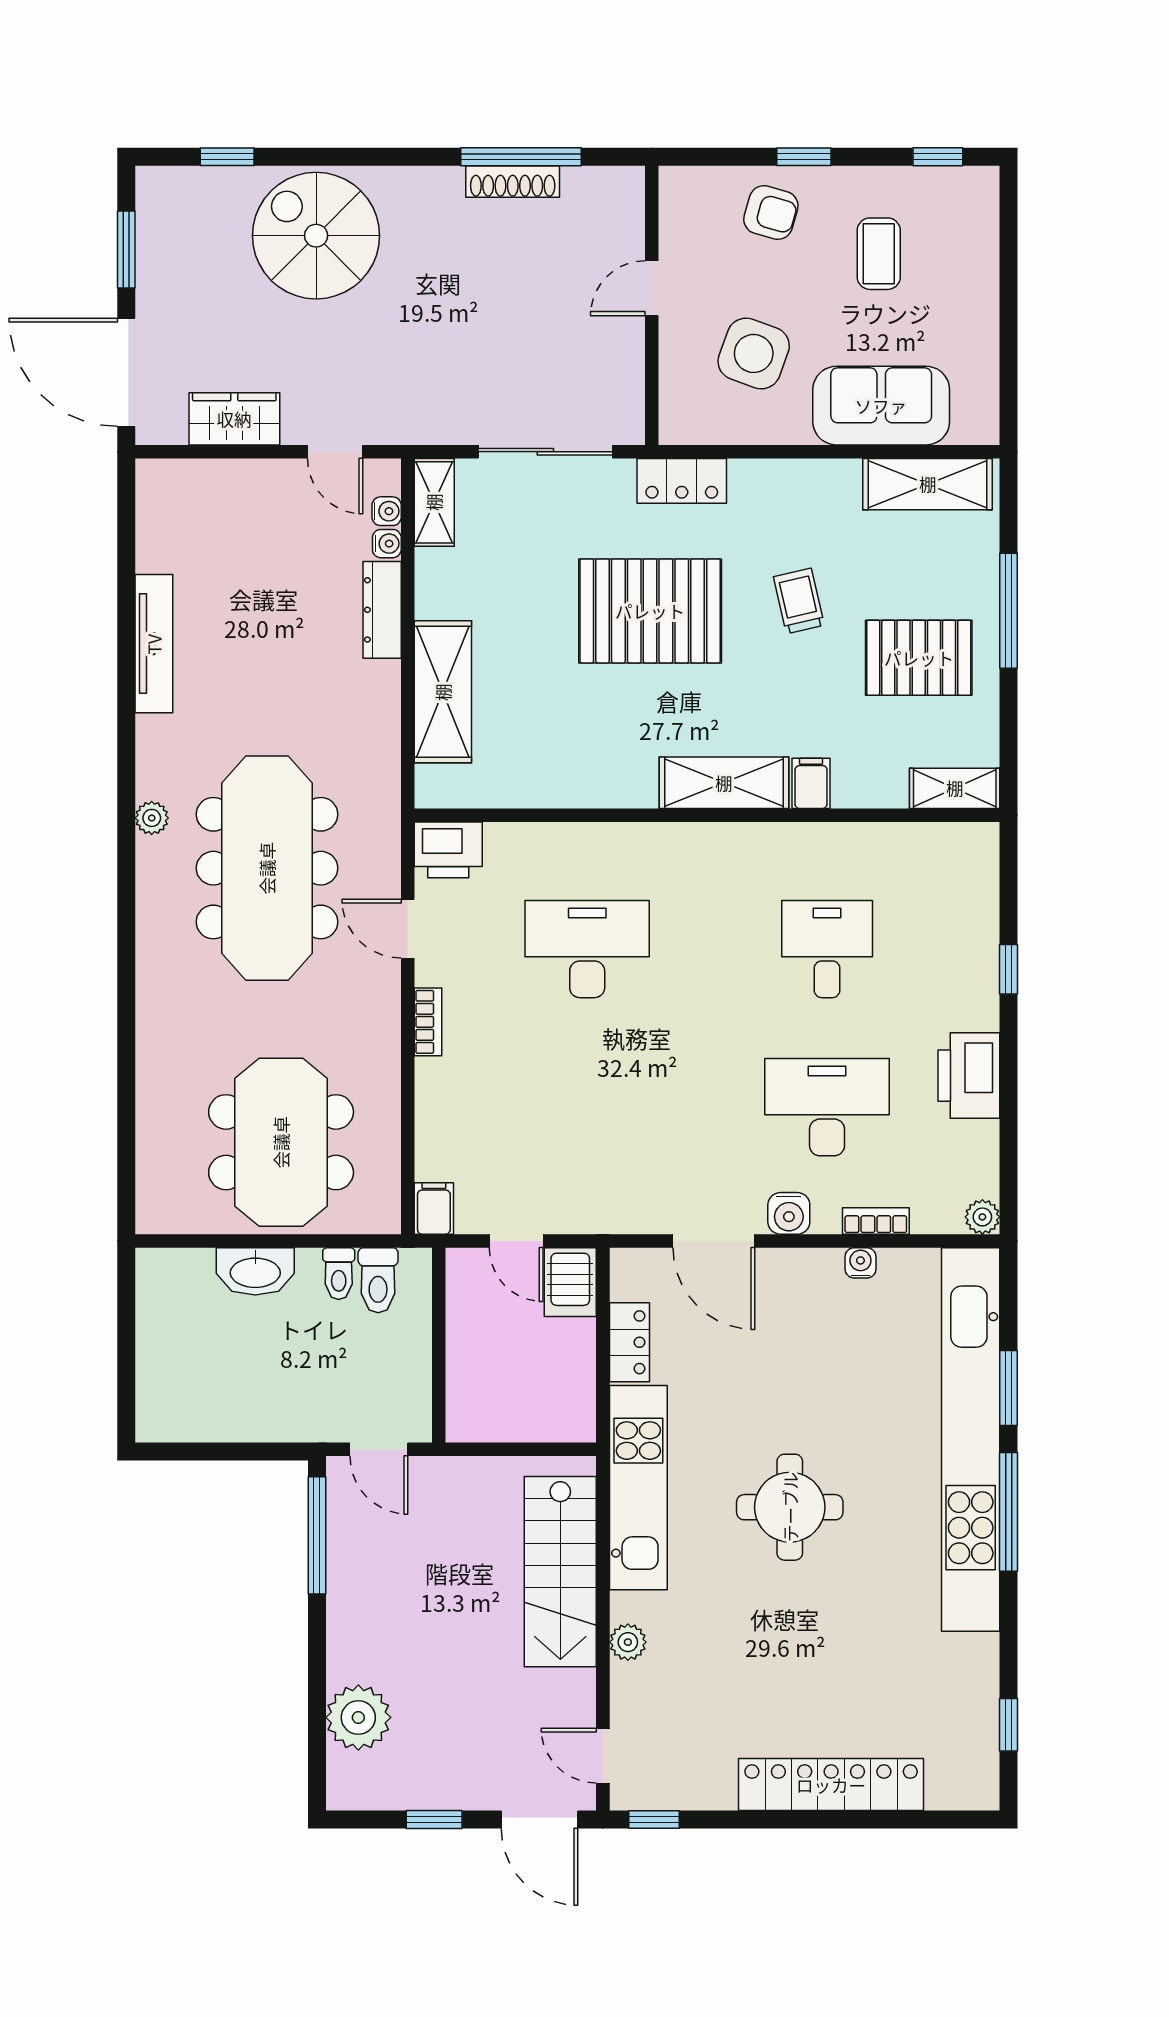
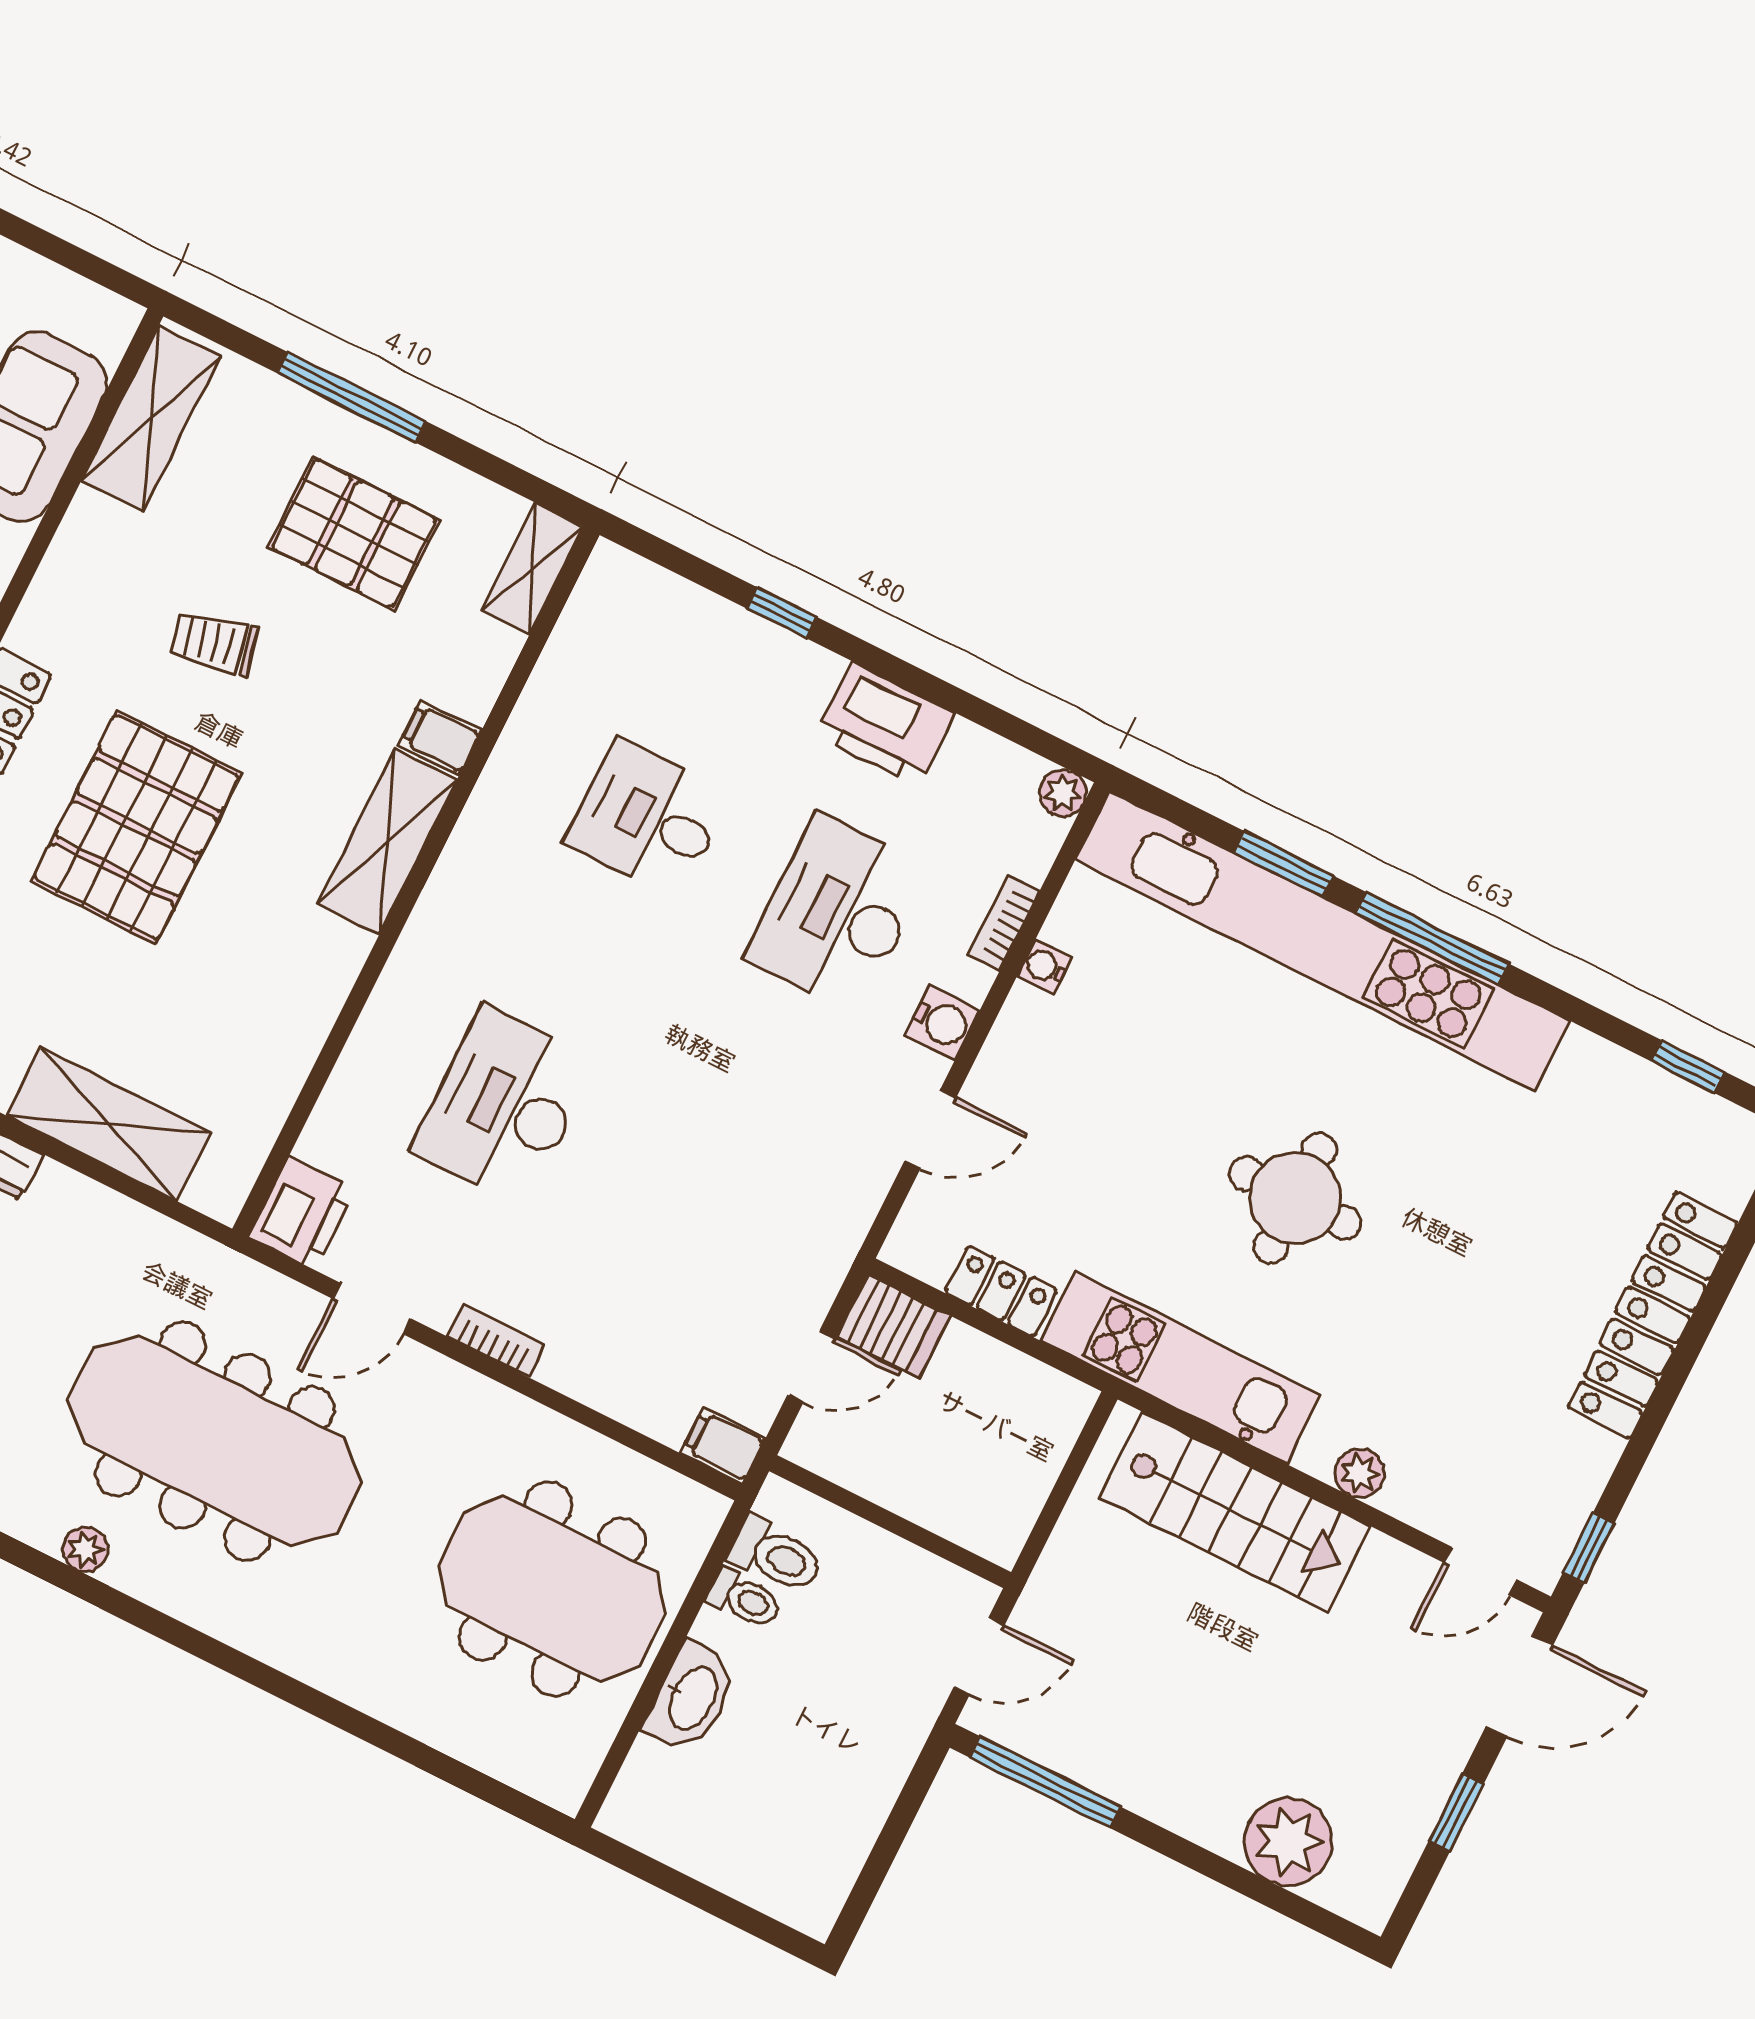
pallet: (919, 658) -> (354, 533), turned 90
door: (714, 1241) -> (930, 1129), width x0.73

